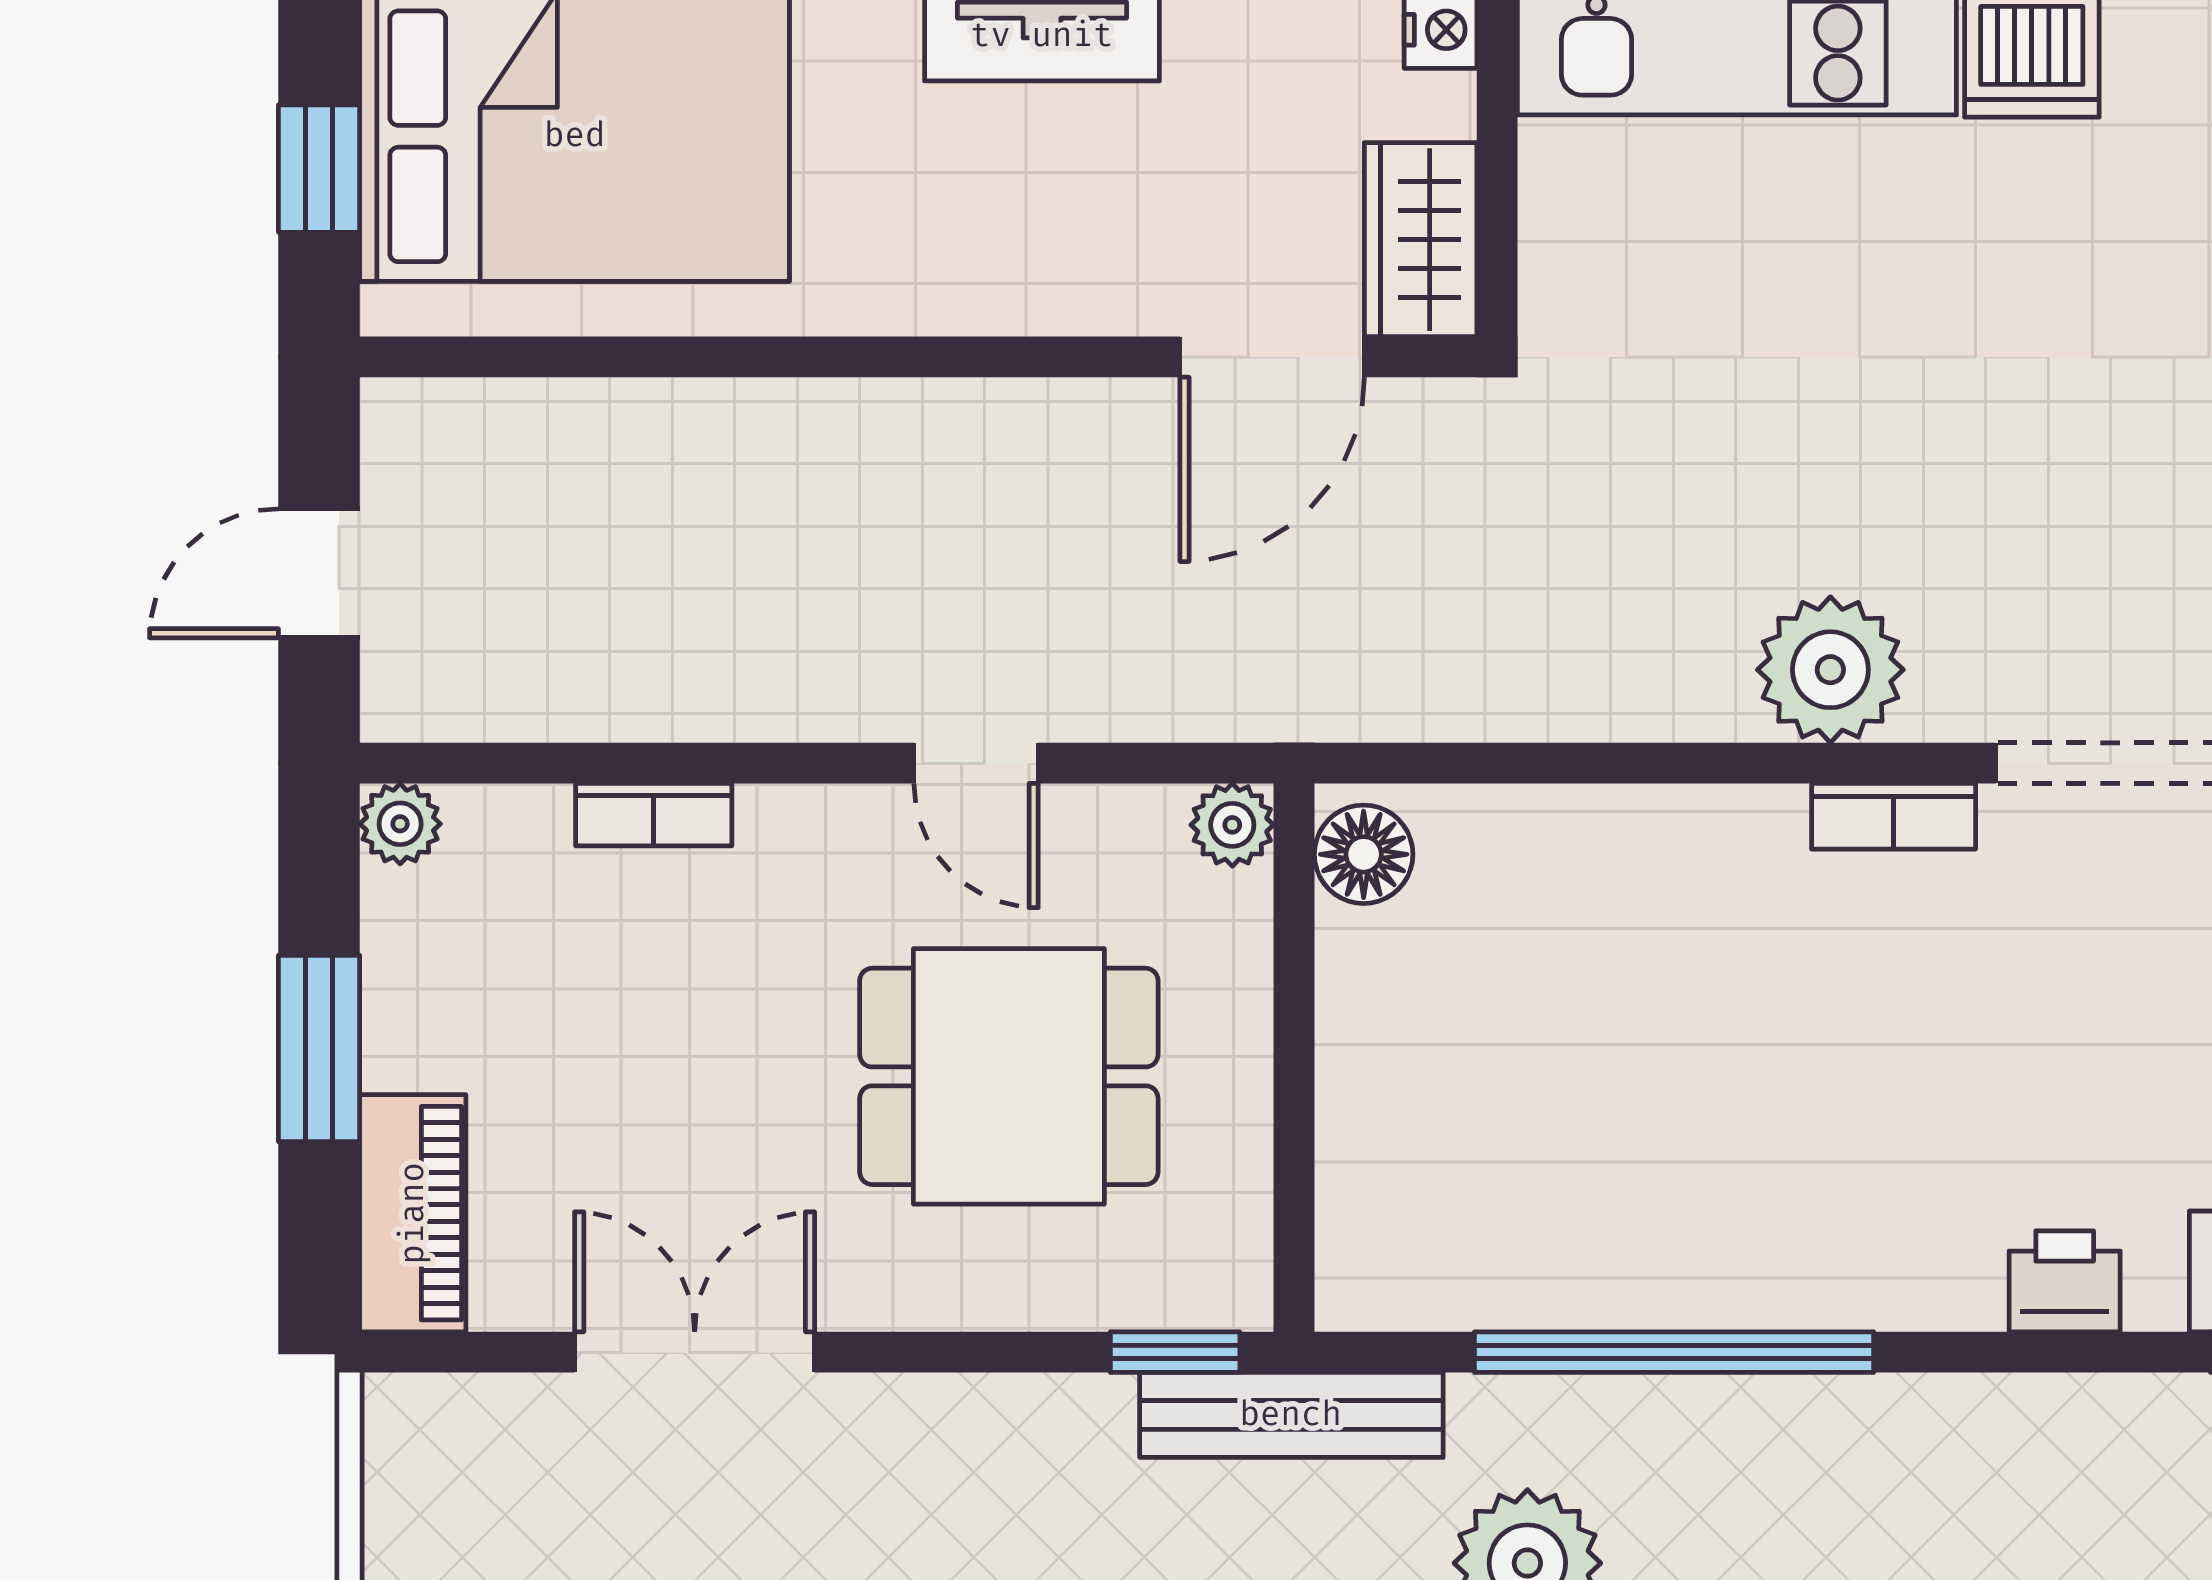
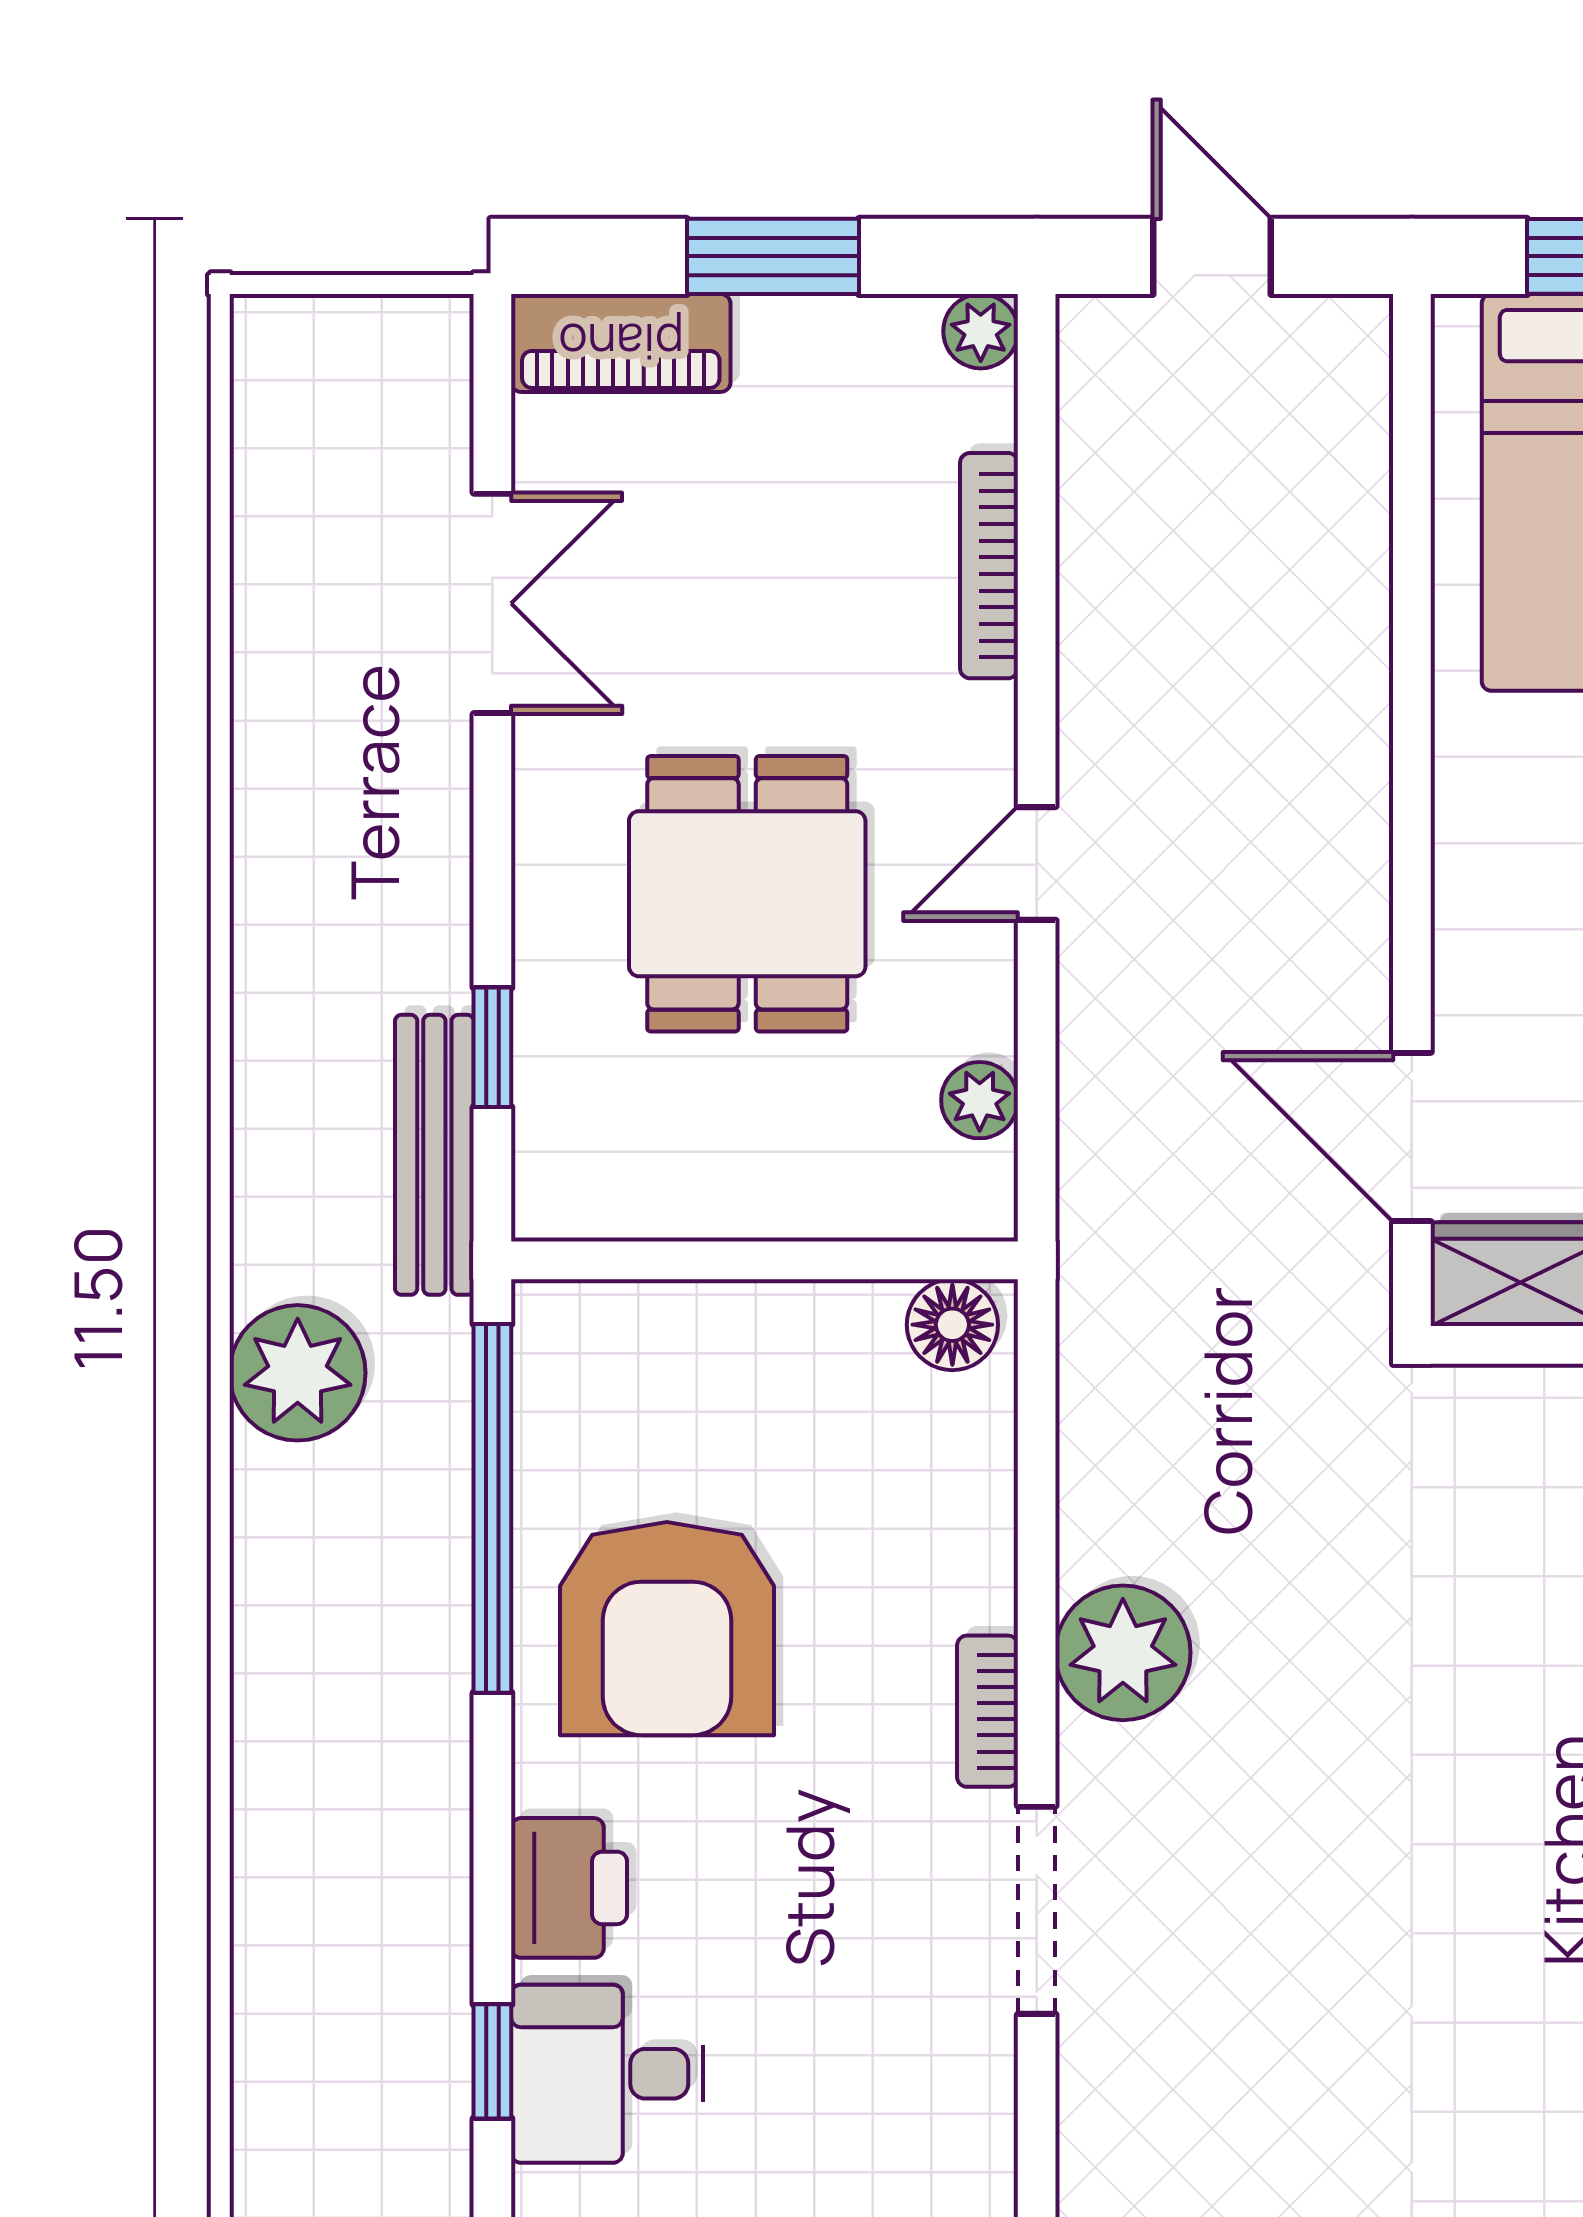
bookcase: (654, 815) -> (989, 566), width x1.56
floor lamp: (1364, 854) -> (952, 1325), moved
wall: (1294, 1058) -> (765, 1260), moved
armchair: (1804, 1163) -> (667, 1629), added
printer: (2065, 1281) -> (569, 1888), width x1.36, depth x1.24

